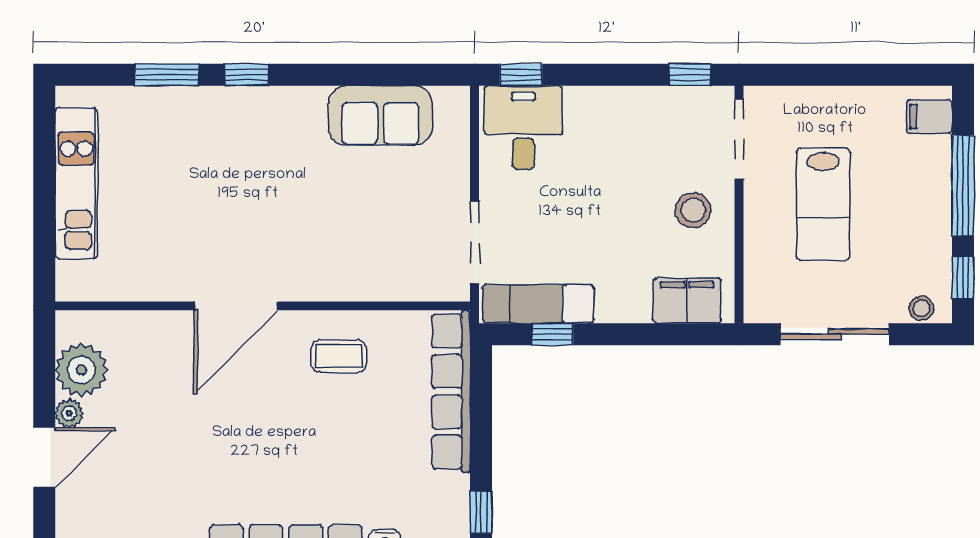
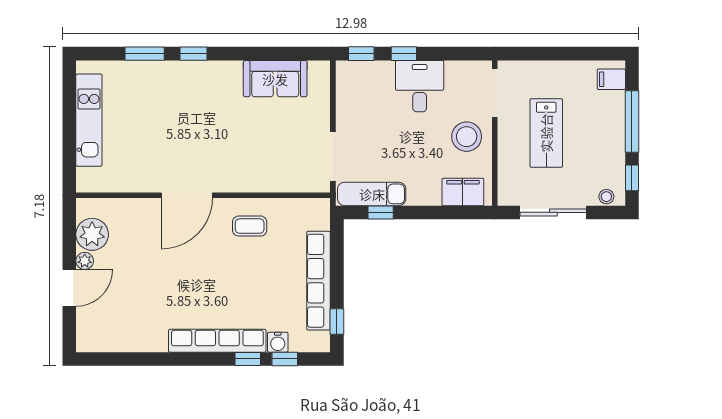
window: (690, 75) -> (404, 54), moved
desk: (523, 128) -> (420, 86), moved
stool: (693, 210) -> (467, 137), width x1.38, depth x1.38
row of seats: (451, 392) -> (318, 281), moved

